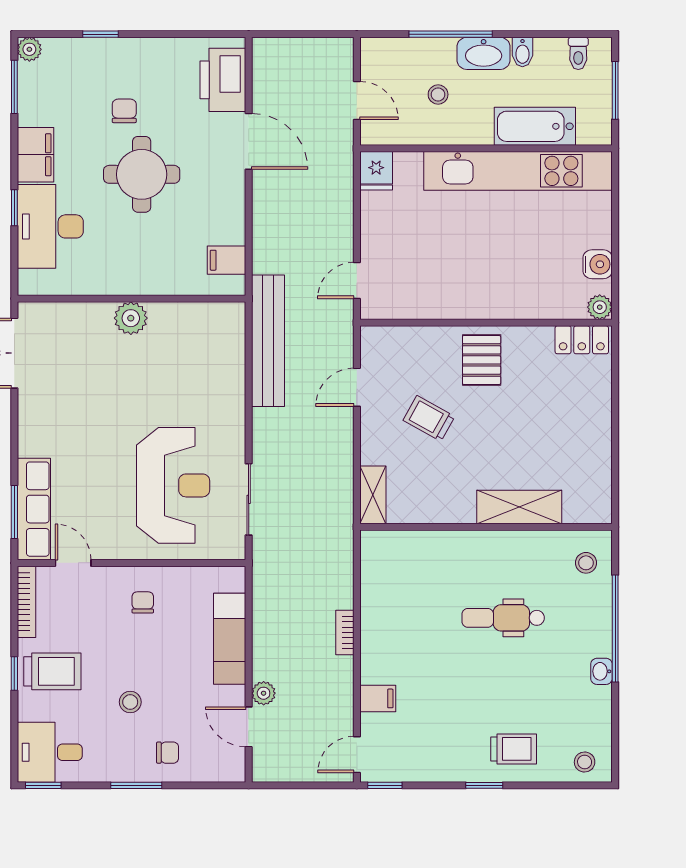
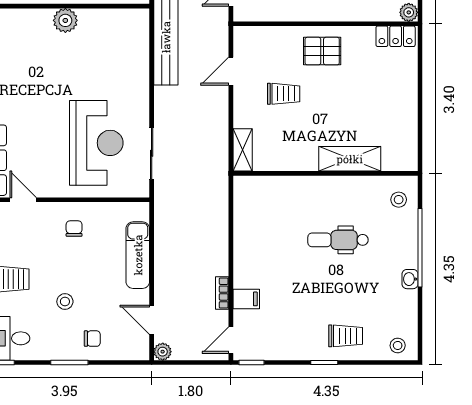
pallet: (482, 360) -> (322, 51), turned 90
trolley: (429, 418) -> (284, 94), turned 151
bookcase: (345, 633) -> (222, 293), moved
plant: (264, 693) -> (163, 352), moved

